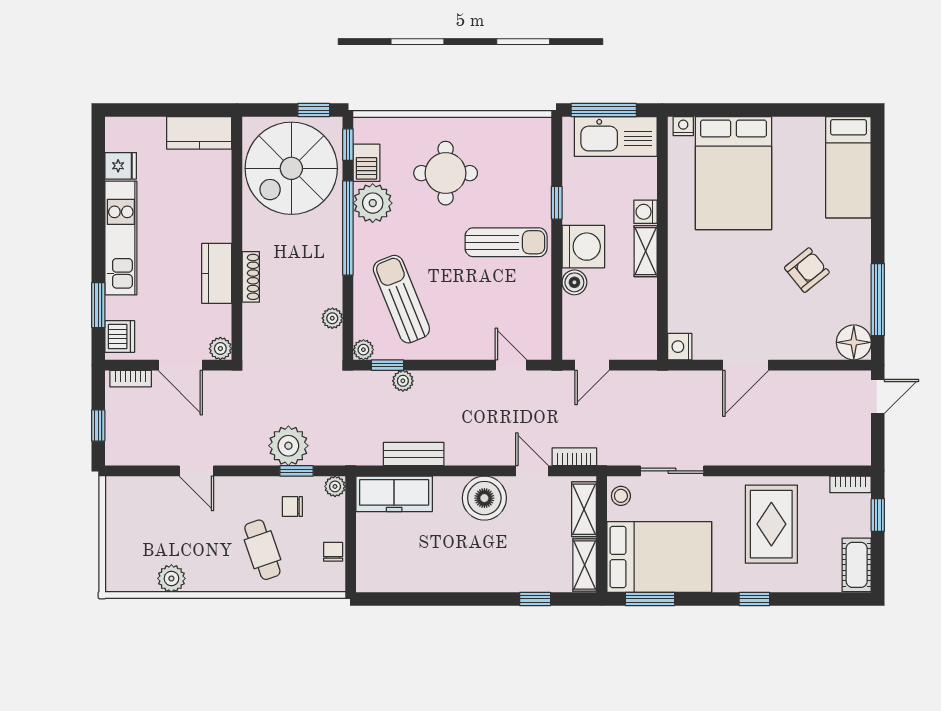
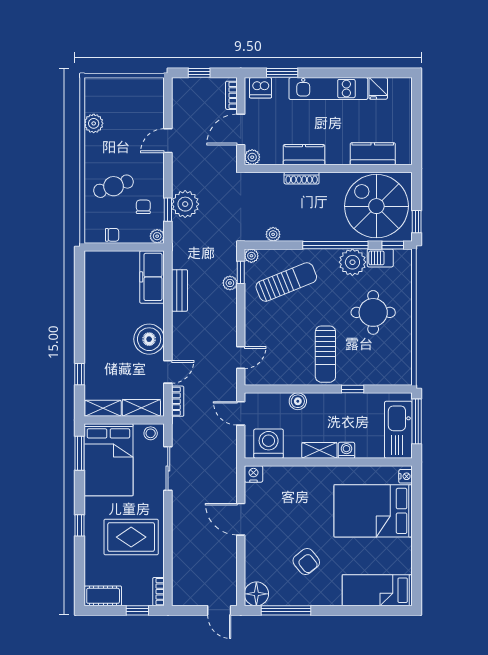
kitchen counter: (199, 133) -> (373, 154), moved, turned 90
washing machine: (583, 247) -> (269, 444), moved, turned 180

